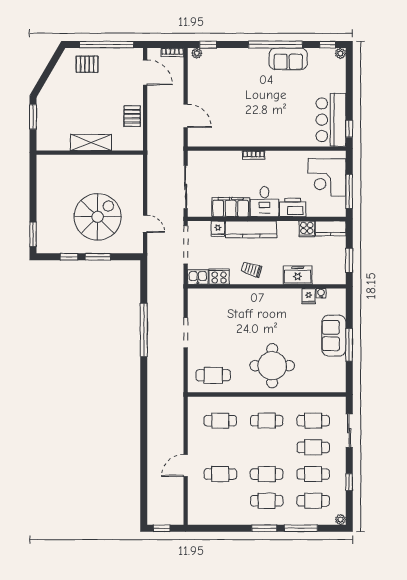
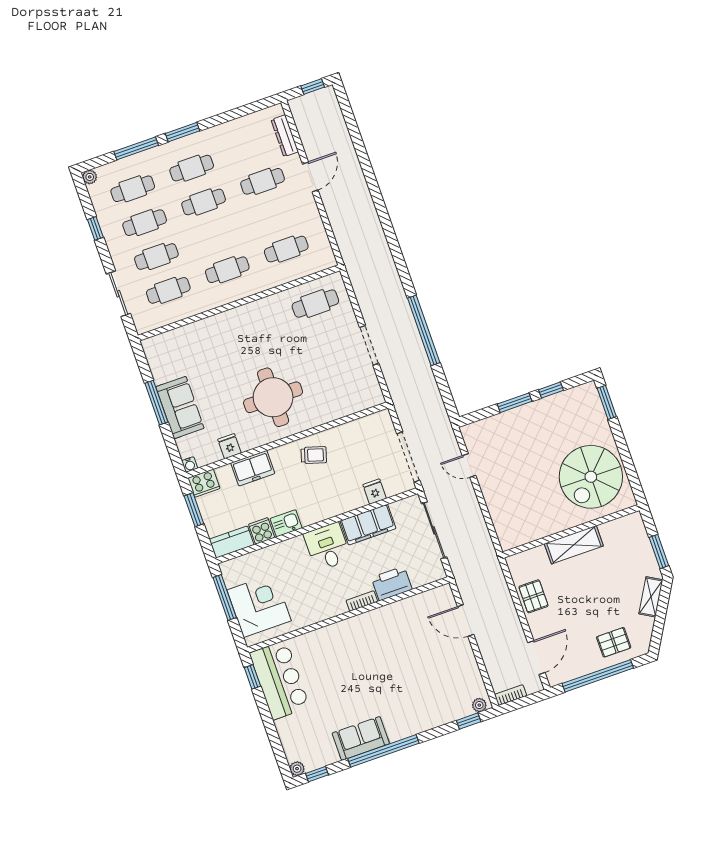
door: (145, 72) -> (536, 658), swing flipped
shelving: (50, 87) -> (651, 597), added
printer: (293, 207) -> (392, 584), moved, turned 180
spiral stairs: (98, 217) -> (591, 477), moved
kitchen counter: (251, 229) -> (332, 505), removed
kitchen sink: (198, 277) -> (286, 523), moved, turned 180
cooker: (219, 277) -> (204, 483), moved
water cooler: (321, 293) -> (190, 465), moved
round table: (272, 366) -> (273, 397), moved
dresser: (193, 501) -> (285, 136), added

